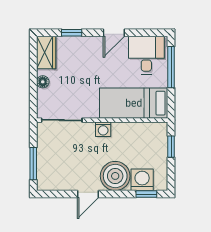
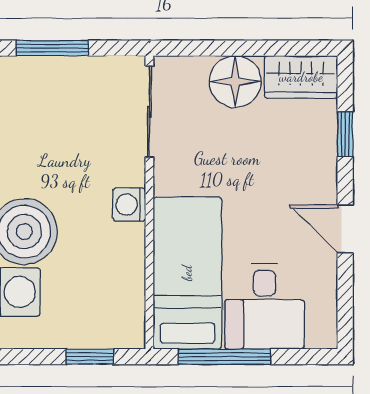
desk: (146, 55) -> (265, 306), moved, turned 90
window: (171, 67) -> (224, 357), moved
floor lamp: (43, 82) -> (235, 82), width x1.89, depth x1.89

